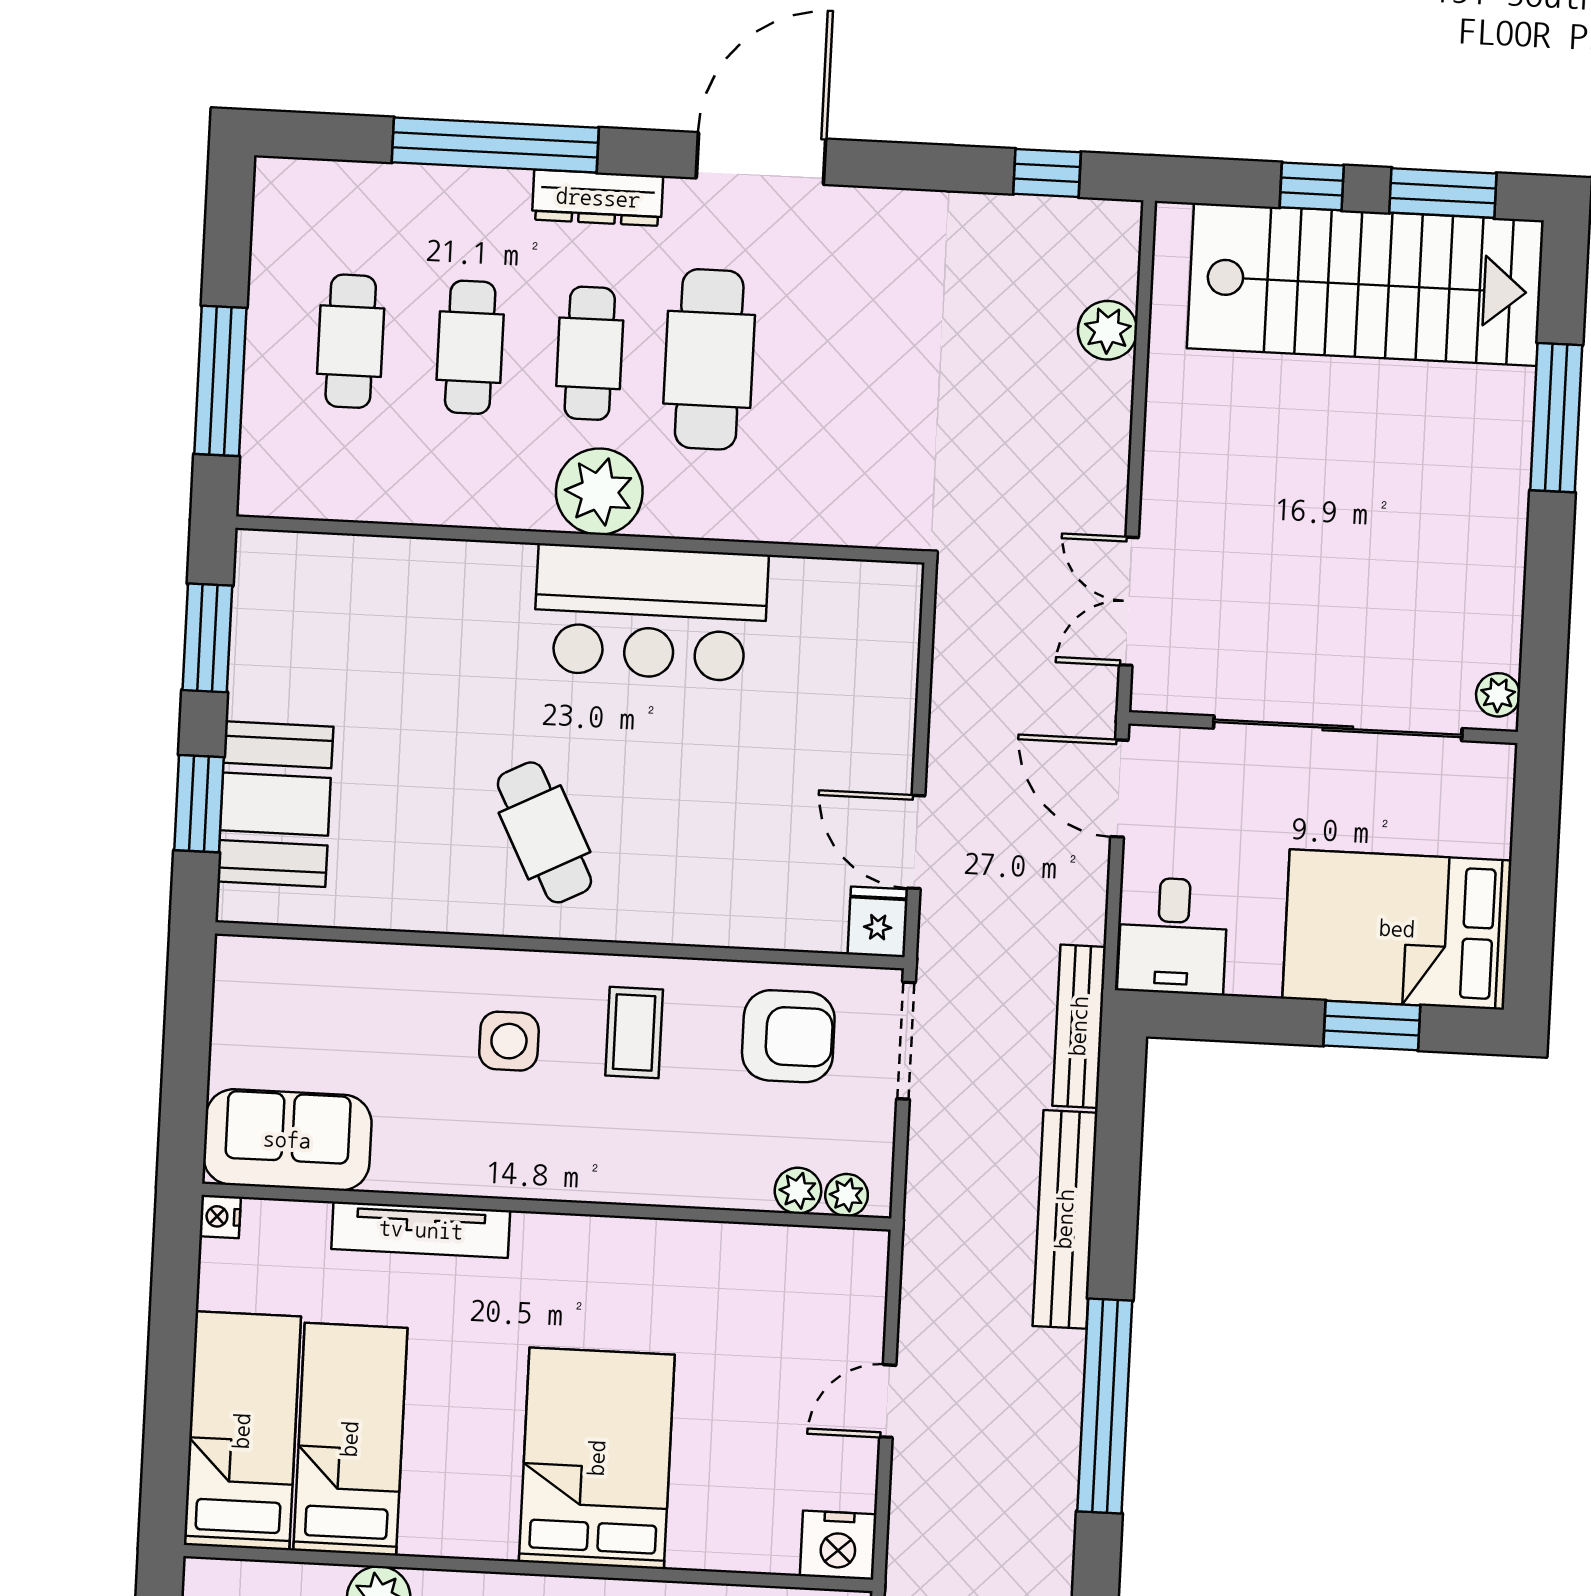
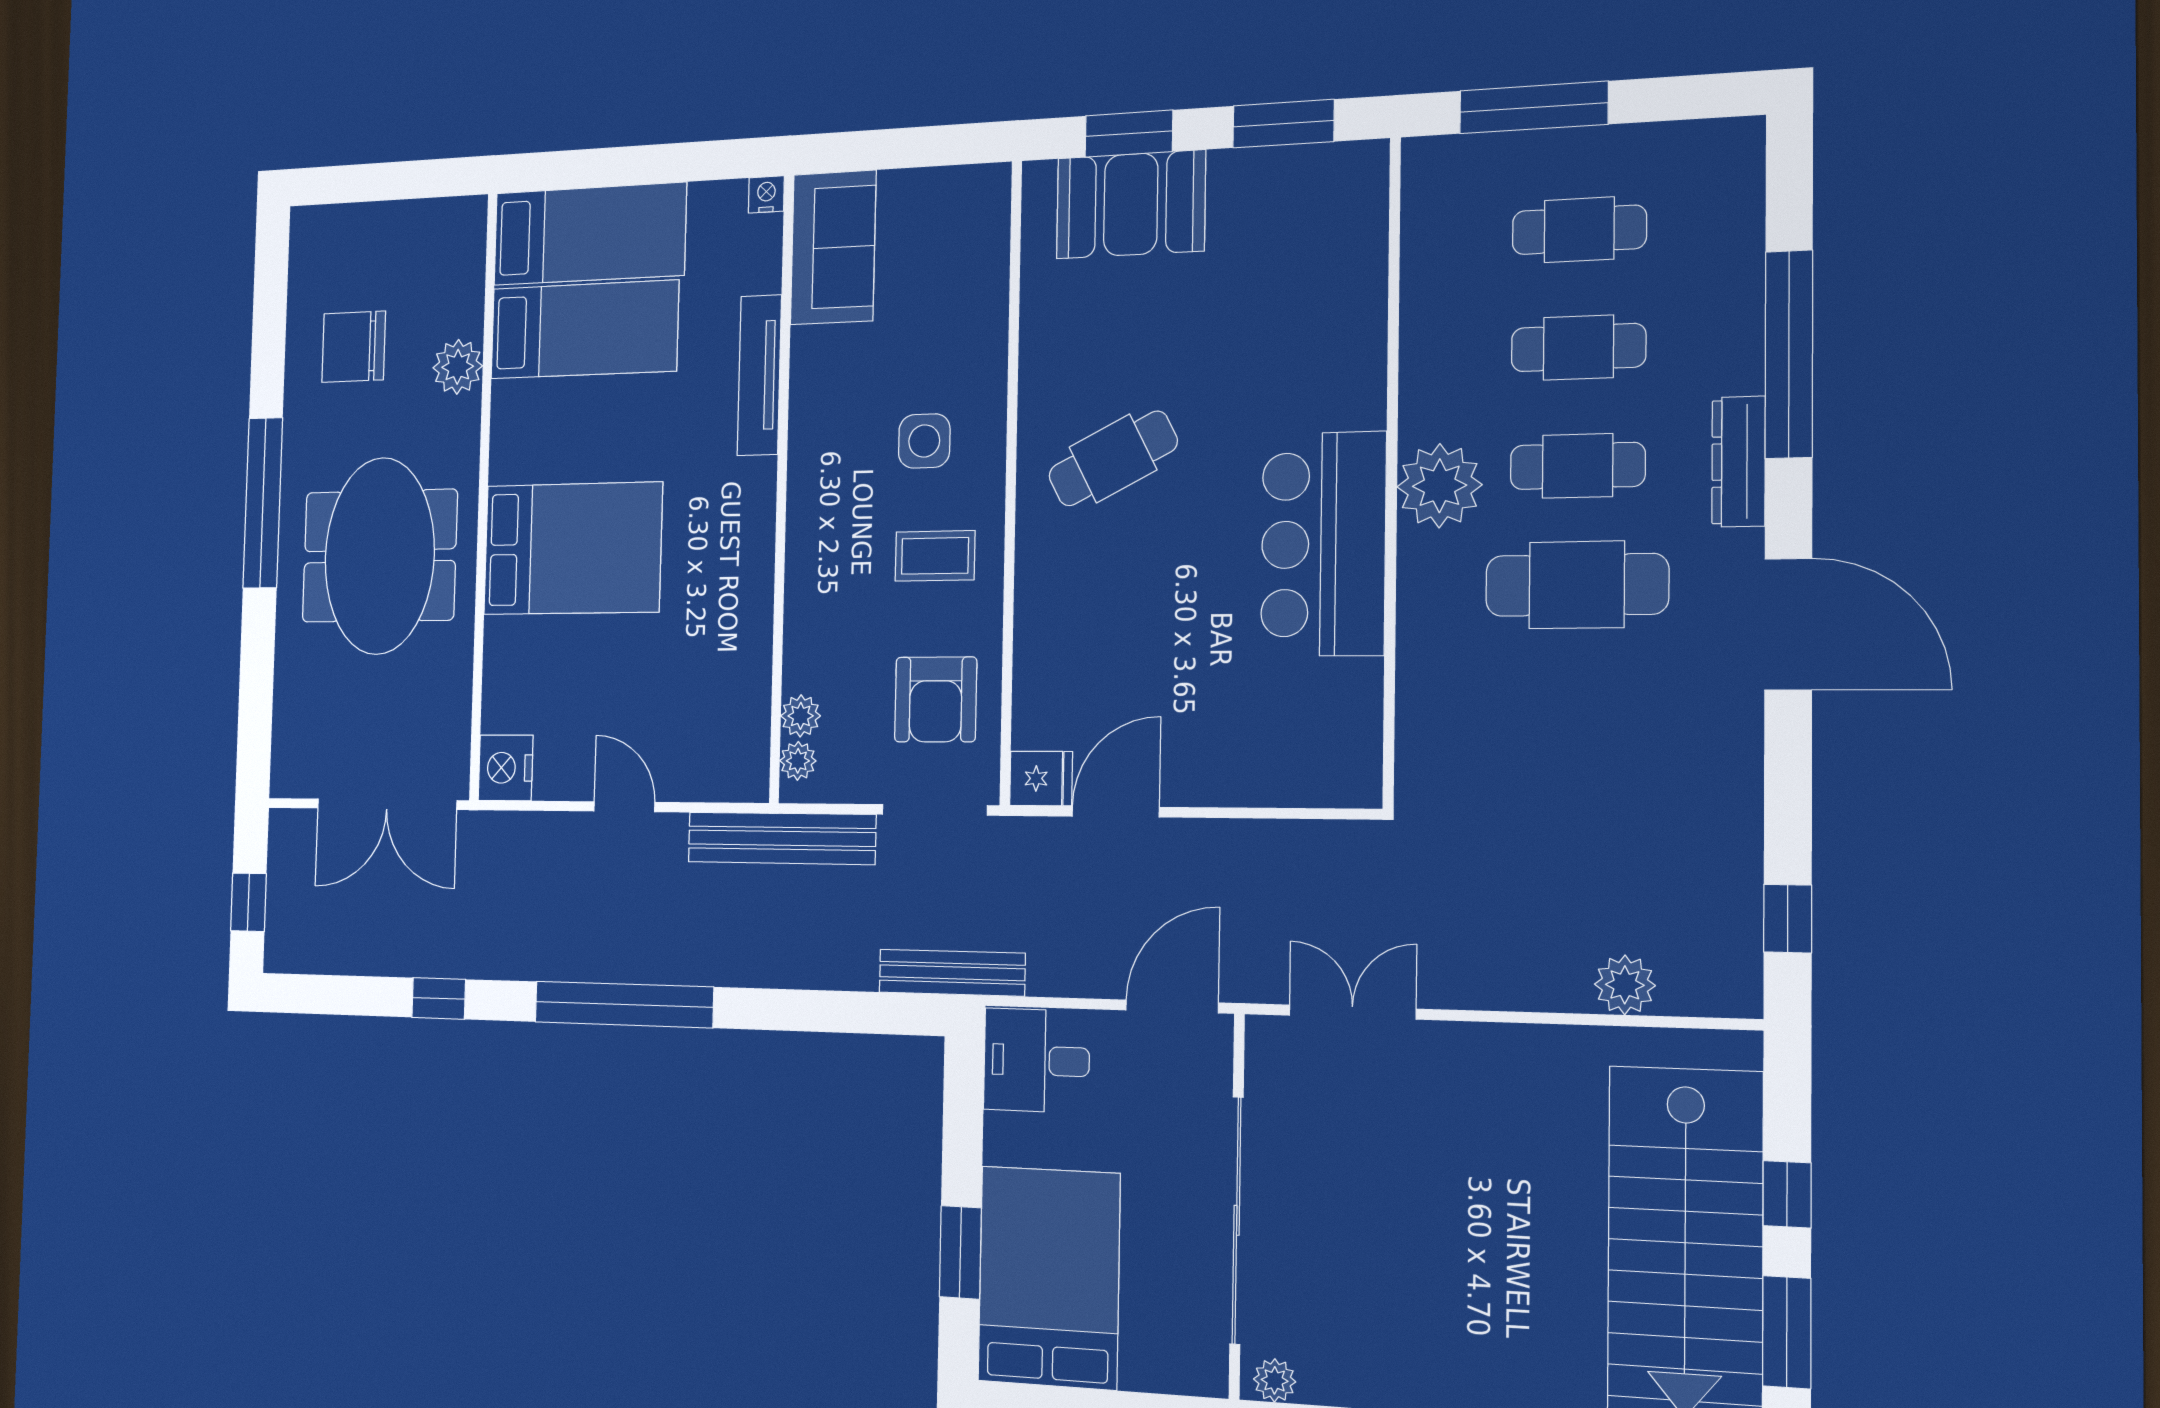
bench: (1065, 1219) -> (781, 838), moved

